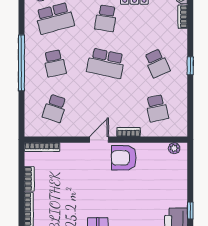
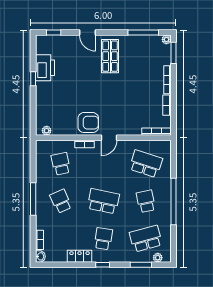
window: (190, 66) -> (33, 199), width x2.17
school desk: (55, 108) -> (146, 164), width x1.85

